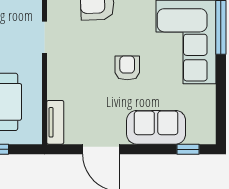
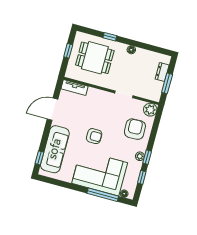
sofa: (156, 127) -> (55, 149), width x1.36

